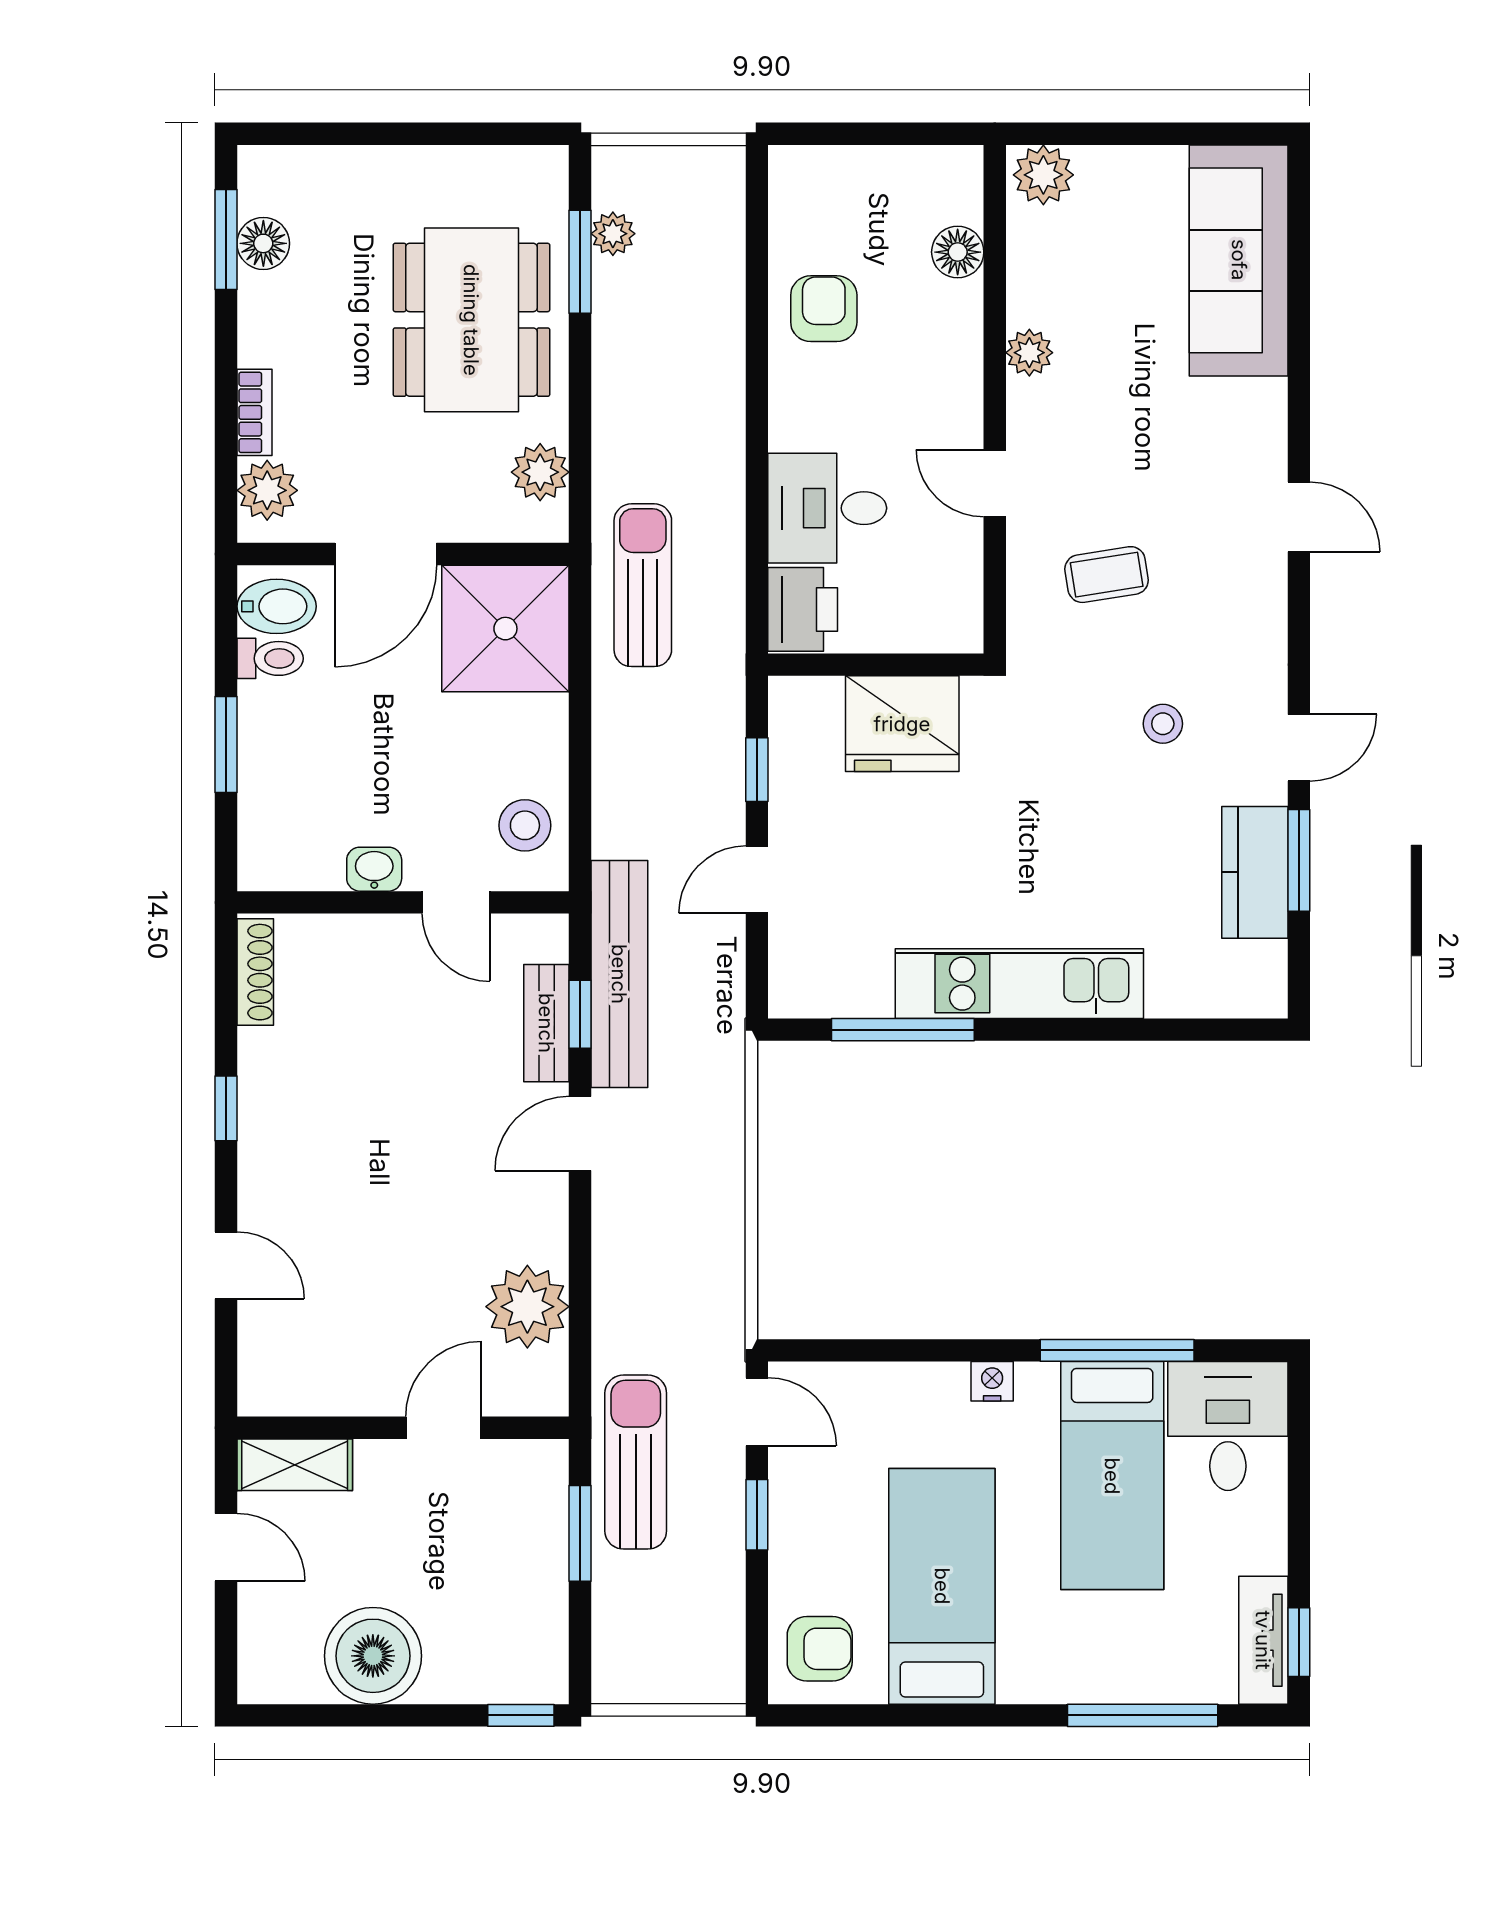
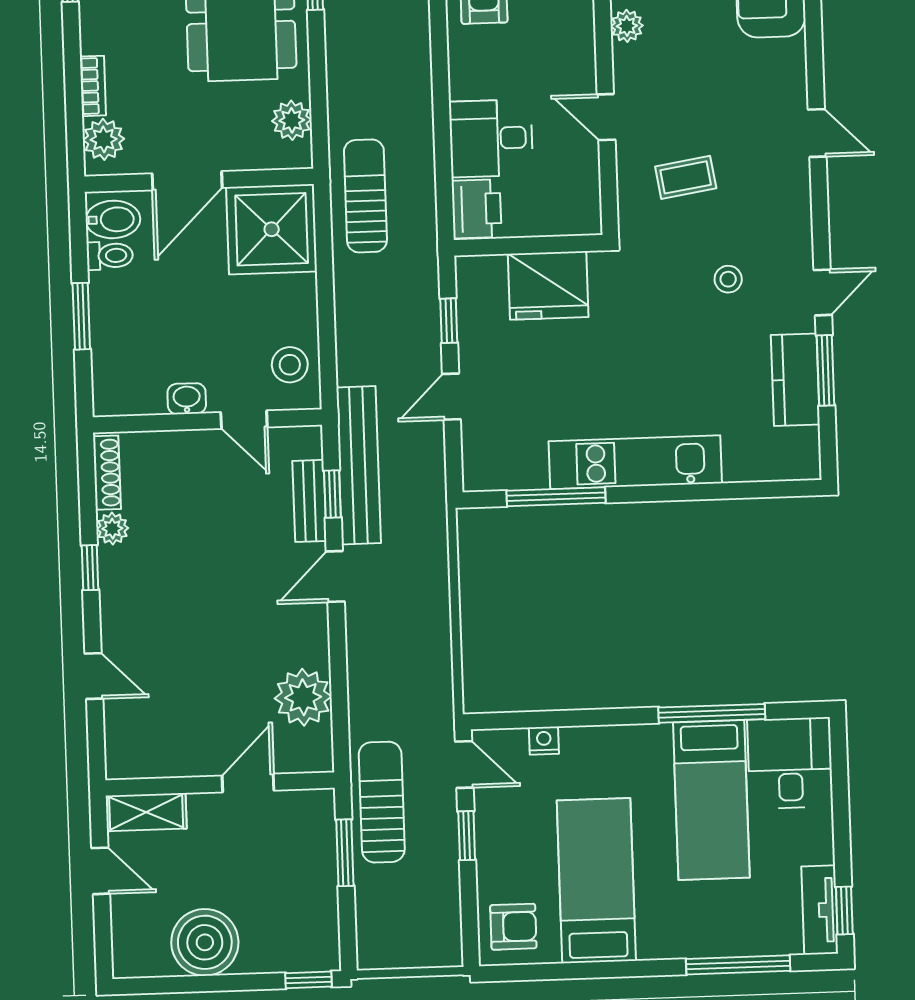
plant: (260, 1053) -> (112, 529), added
nightstand: (992, 1381) -> (544, 741), moved

